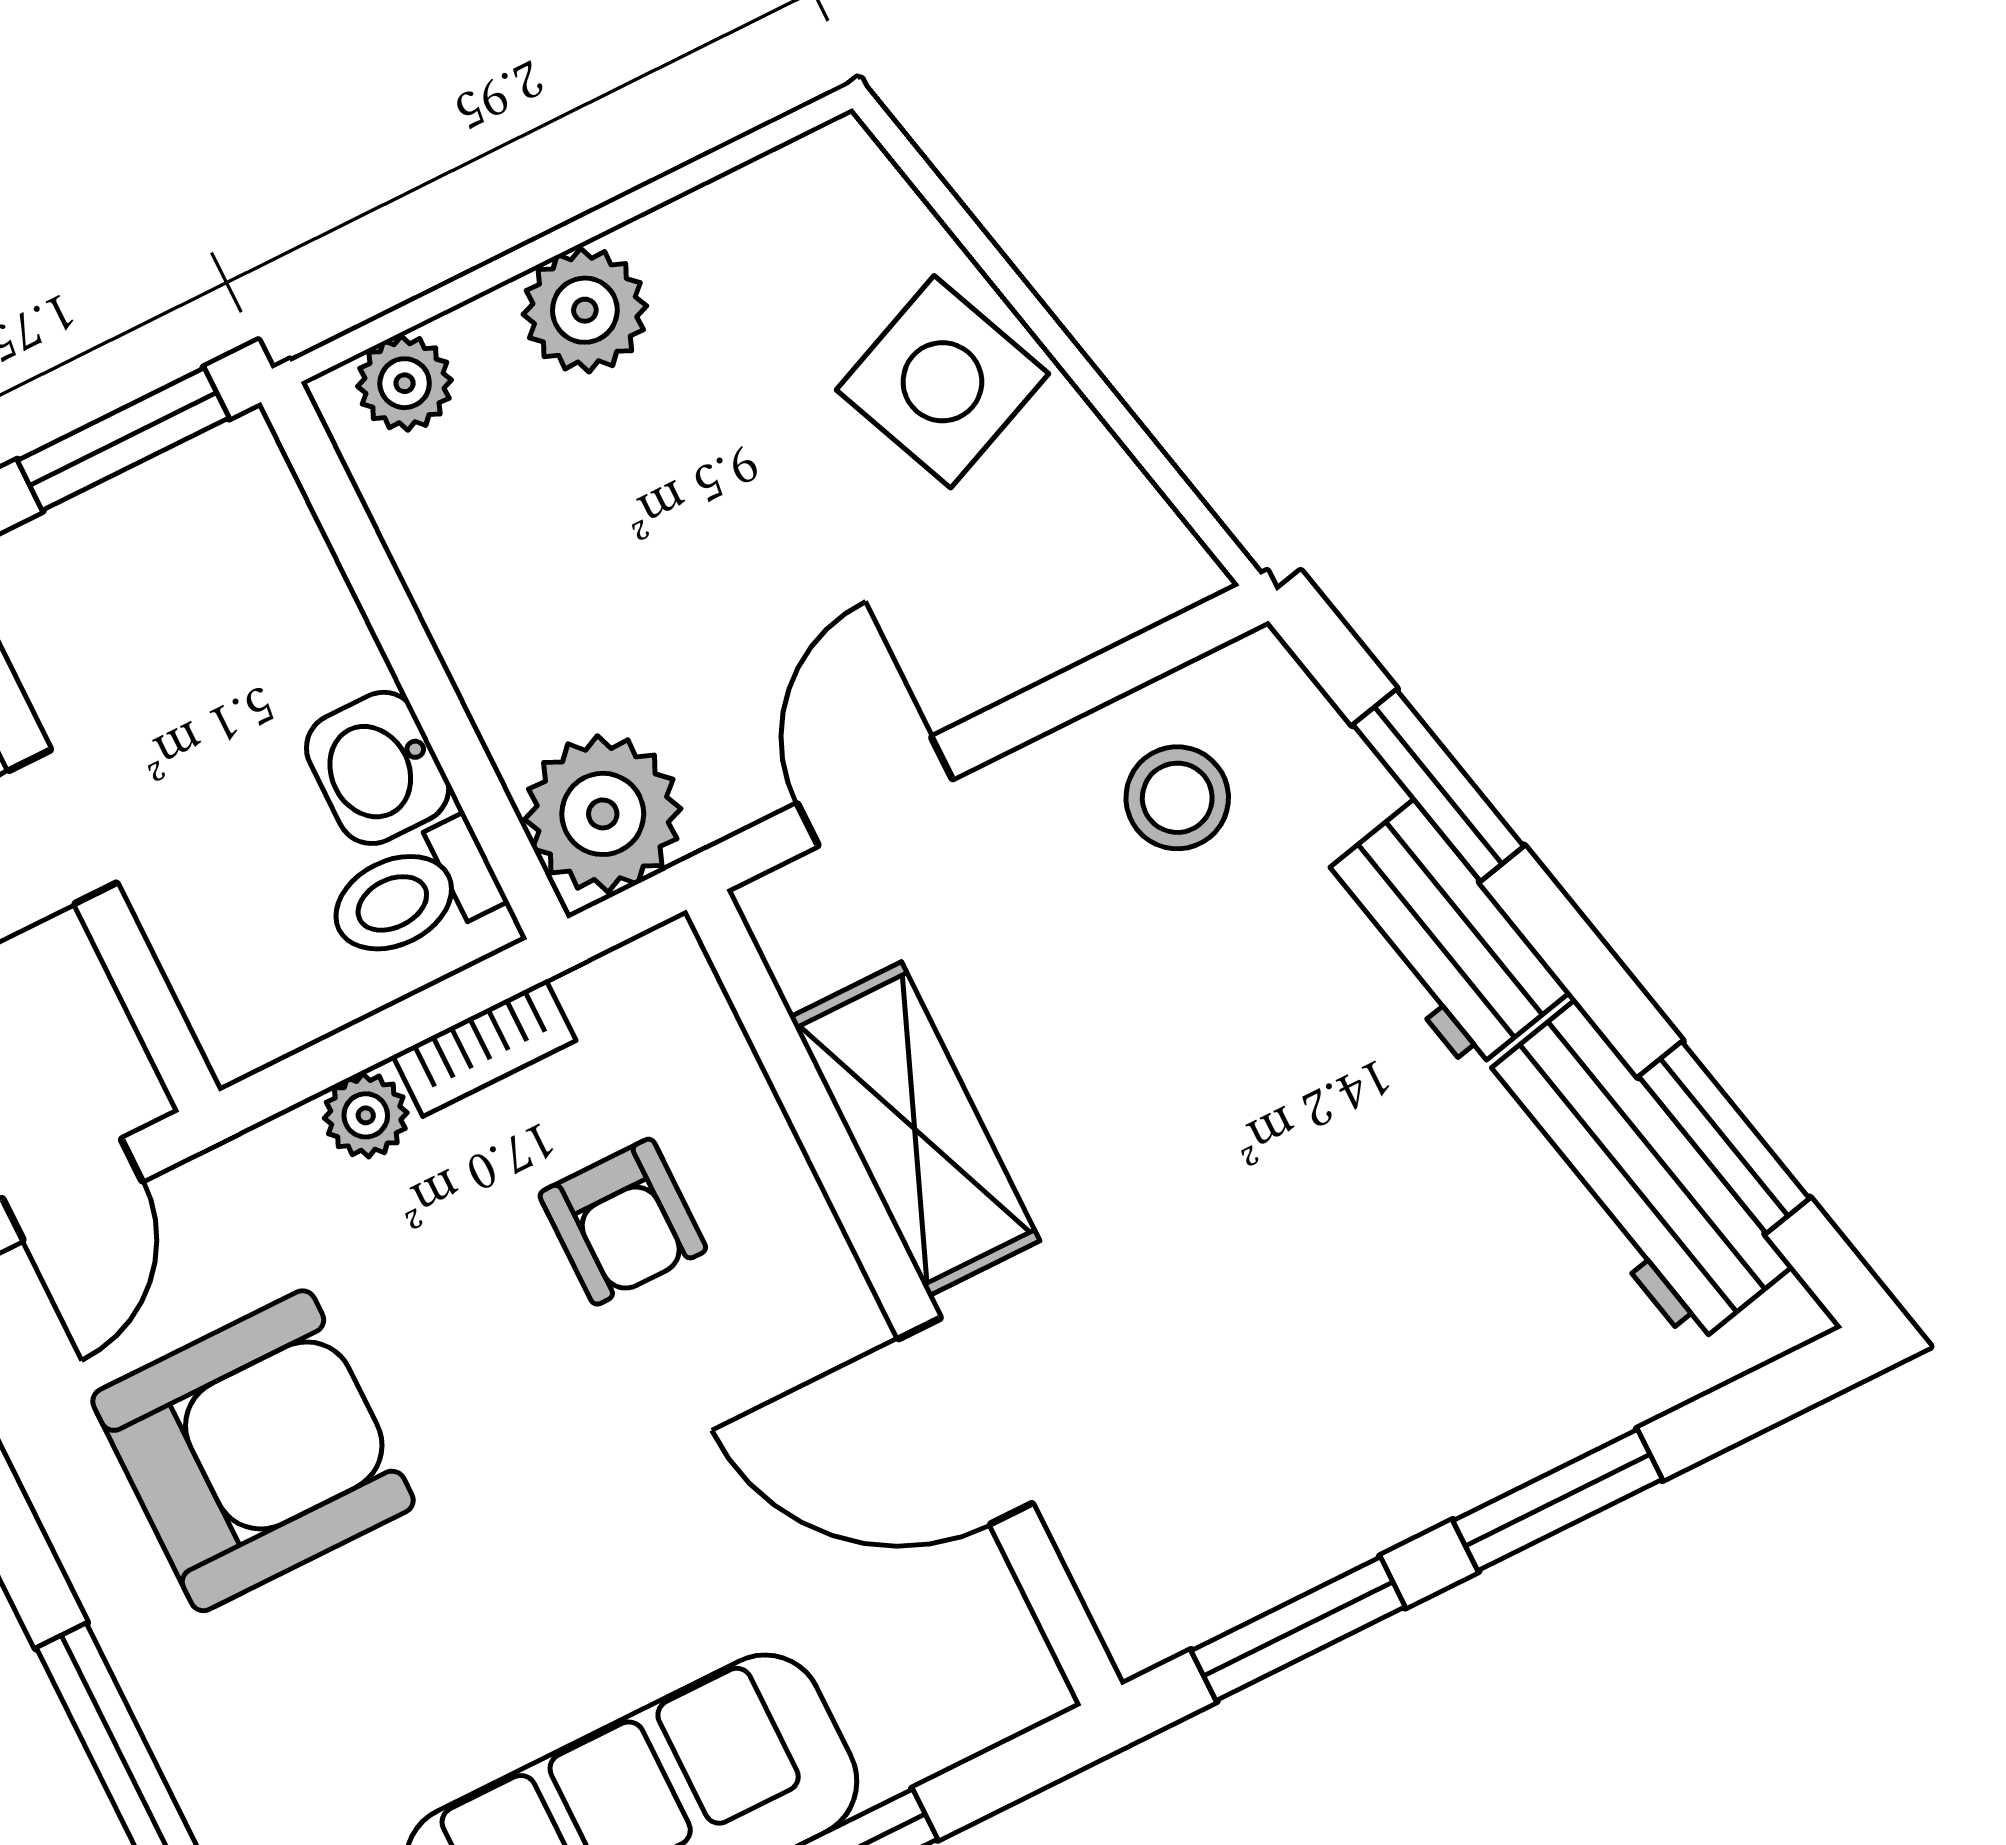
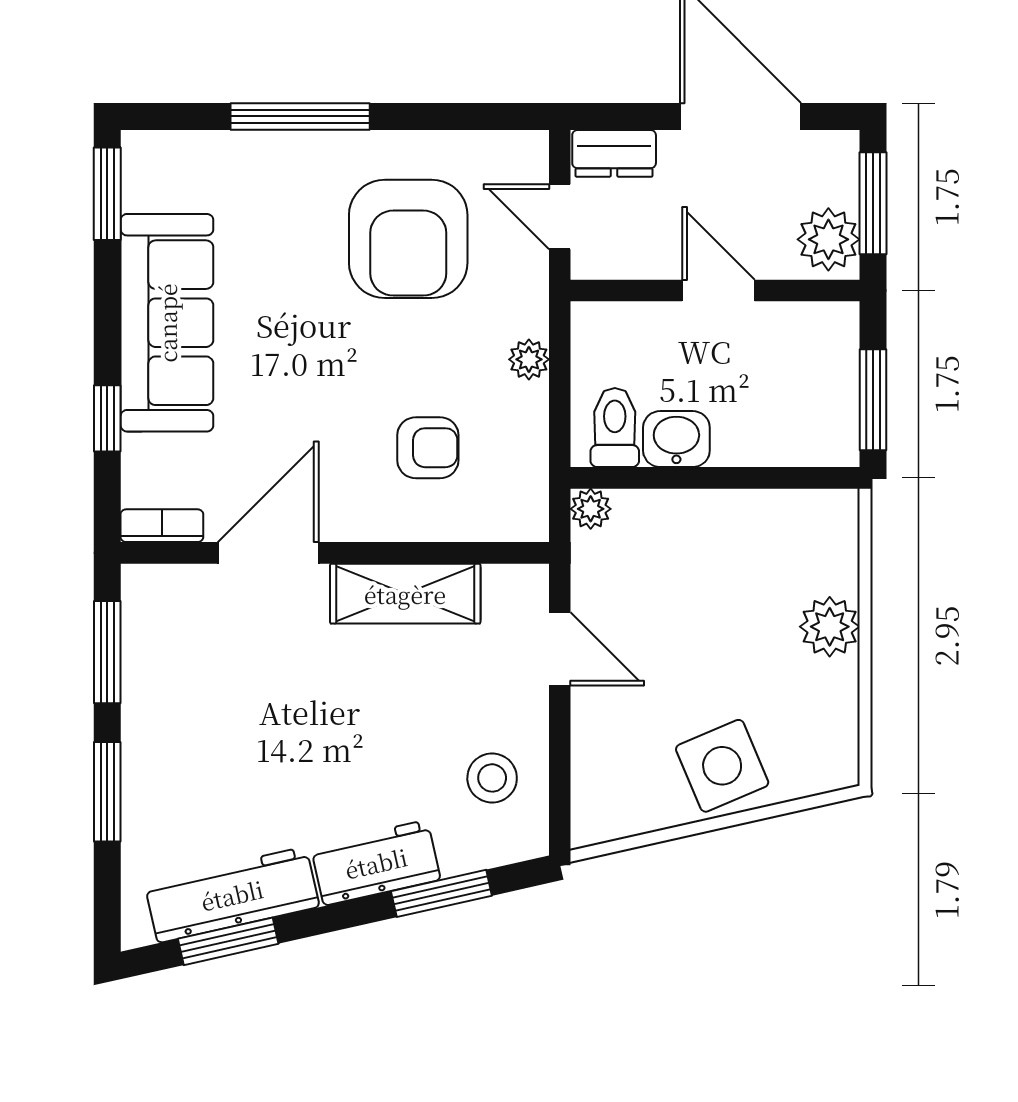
plant: (405, 383) -> (837, 533), removed
plant: (603, 814) -> (591, 509), width x0.53, depth x0.53
bookcase: (484, 1048) -> (162, 526), moved, turned 90
armchair: (623, 1222) -> (428, 448), turned 180

